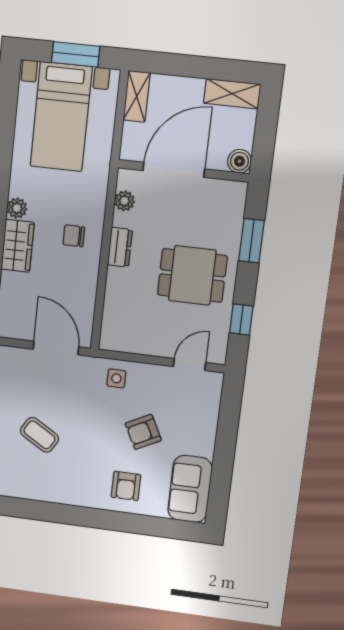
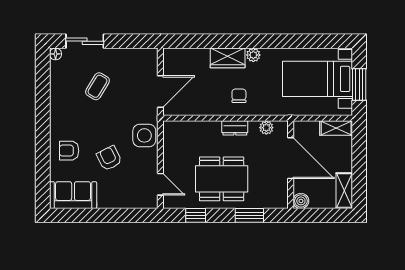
dining table: (192, 275) -> (222, 179), width x1.38
side table: (116, 378) -> (144, 135), width x1.87, depth x1.87

